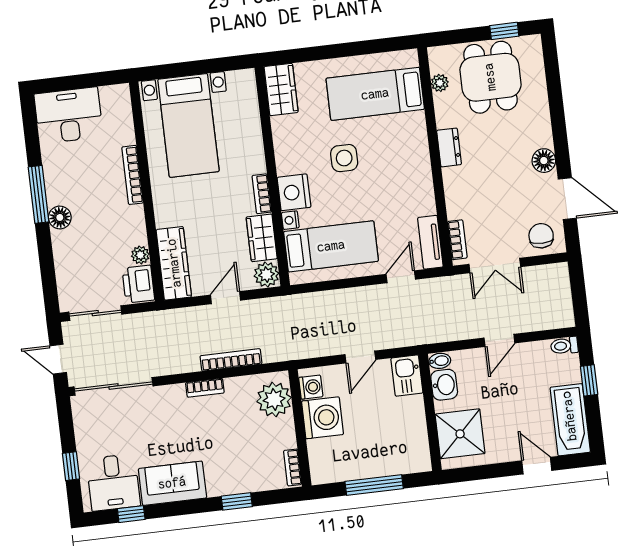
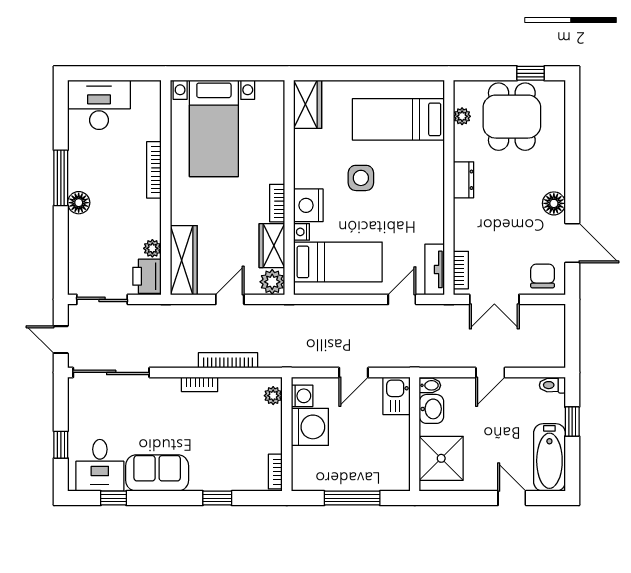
plant: (274, 399) -> (273, 396), width x0.53, depth x0.53

